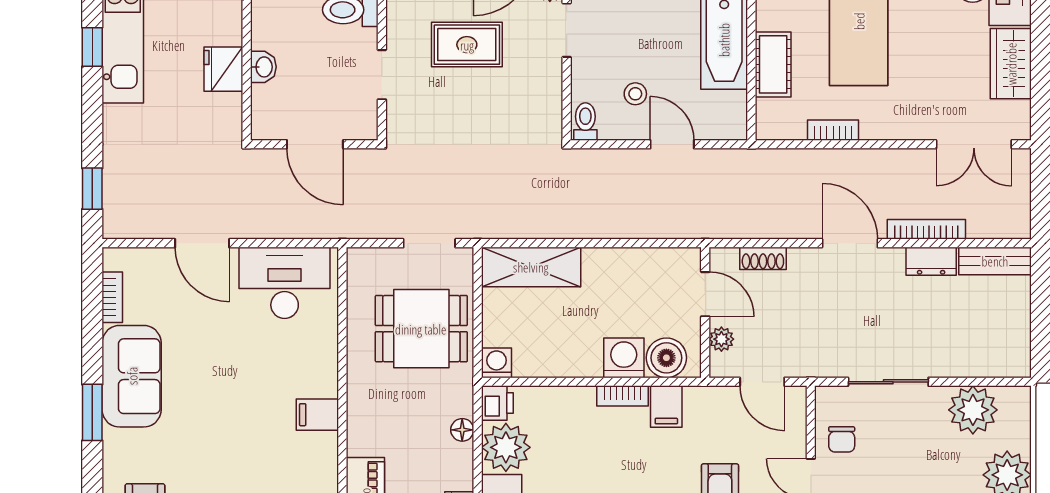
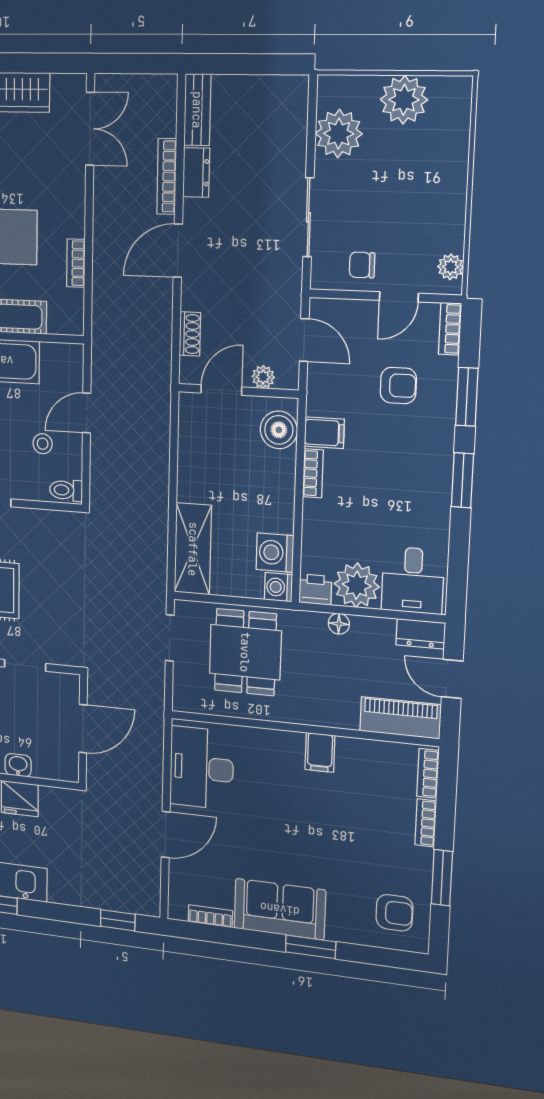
washing machine: (624, 358) -> (275, 553), moved
door: (762, 382) -> (304, 340), hinge flipped
chair: (842, 439) -> (362, 265), turned 180

